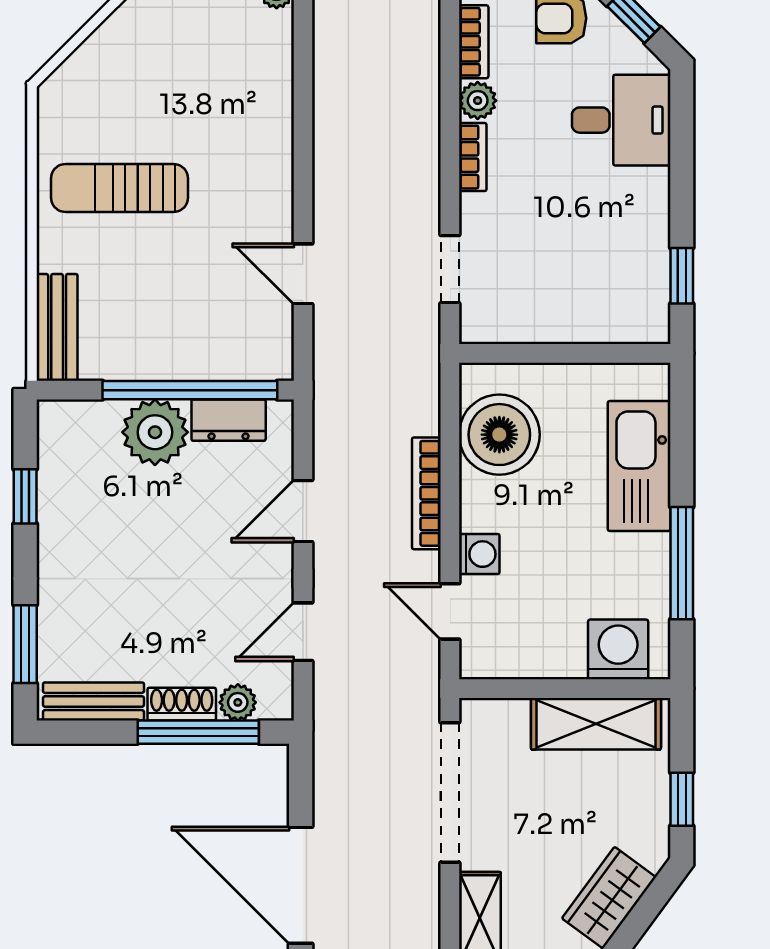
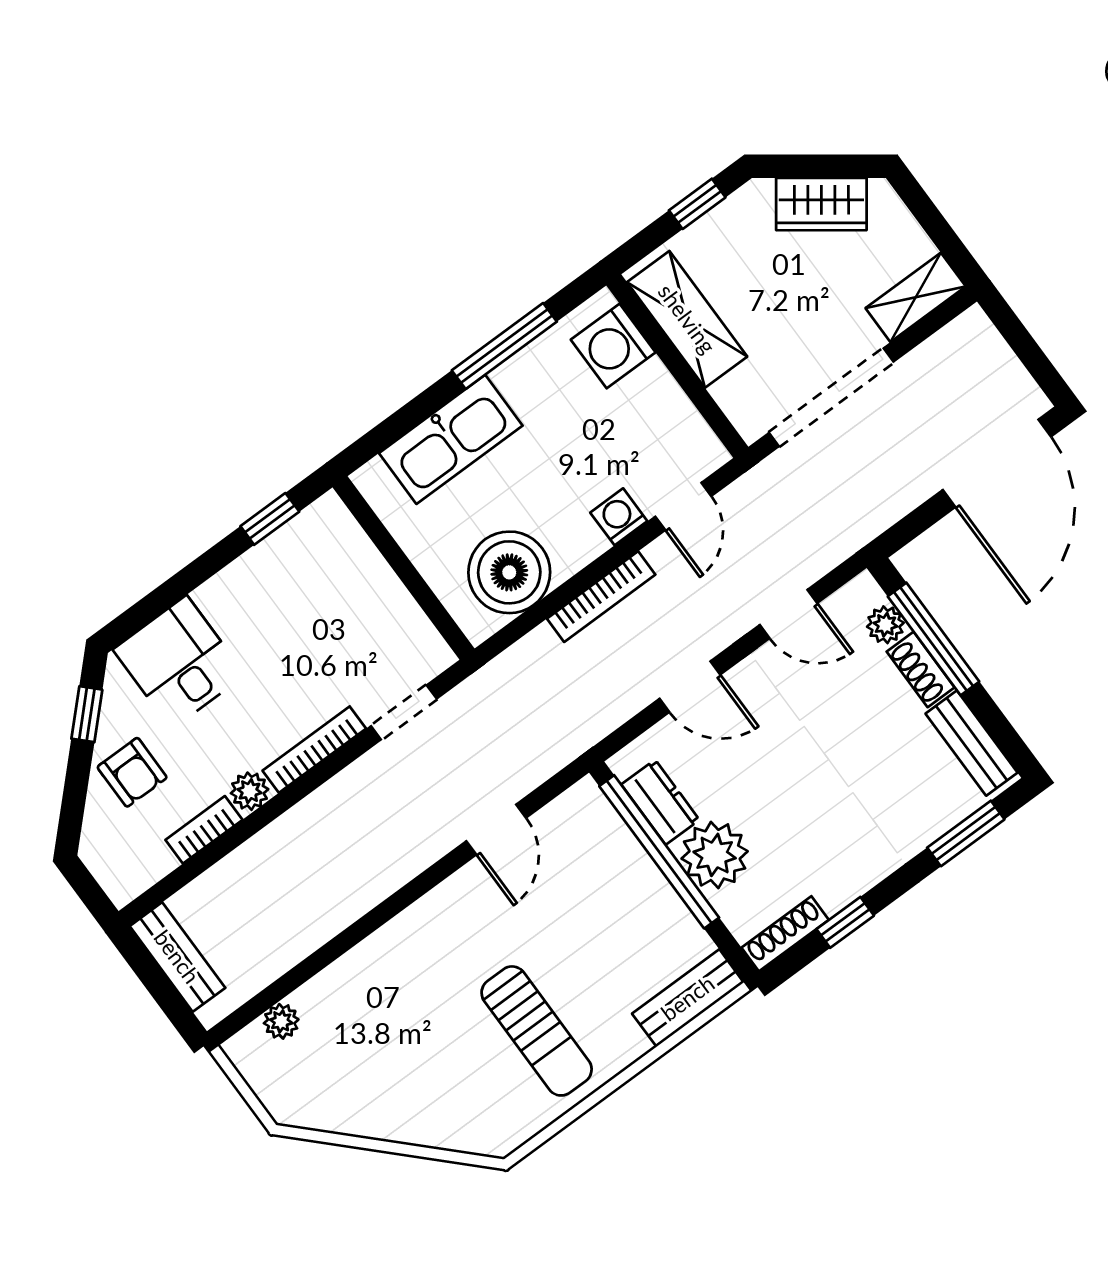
bookcase: (473, 157) -> (314, 750), width x1.56
shoe rack: (51, 442) -> (785, 934), added

